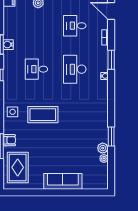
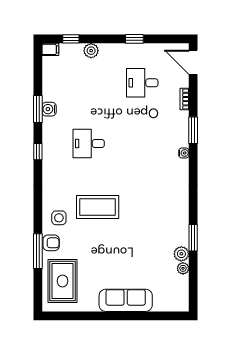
desk: (75, 69) -> (142, 144), removed
side table: (13, 112) -> (59, 218), moved

